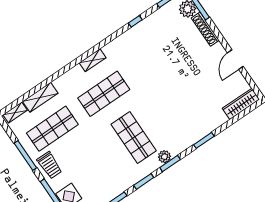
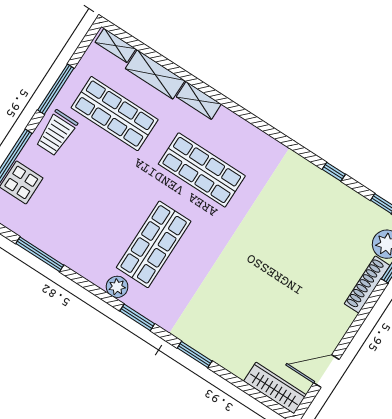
shelving: (93, 60) -> (199, 100), moved
door: (235, 60) -> (326, 371), moved
plant: (164, 157) -> (117, 287), moved
window: (144, 181) -> (92, 288), removed

